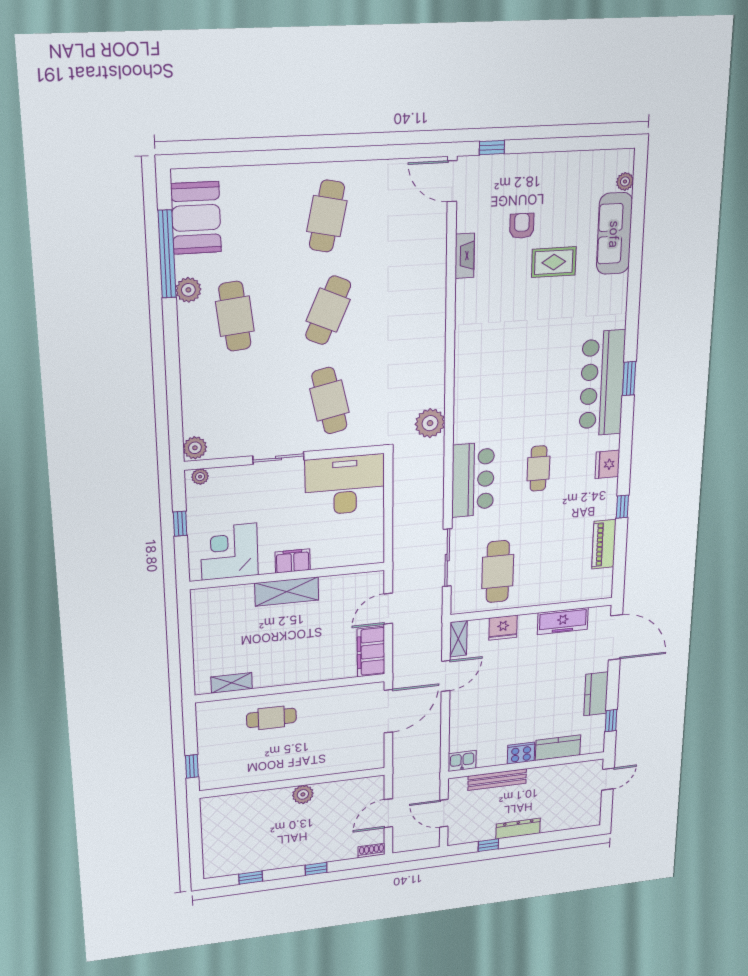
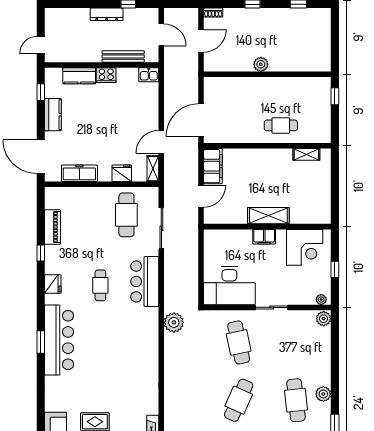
plant: (188, 290) -> (323, 394), moved

